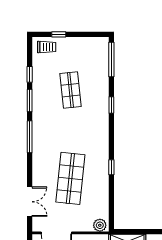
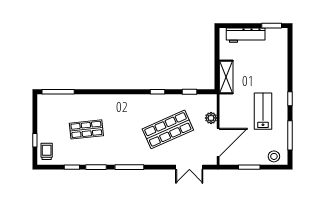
window: (111, 105) -> (189, 92), moved
shop shelf: (70, 178) -> (168, 129), turned -30
double door: (30, 202) -> (189, 167), swing flipped
plant: (100, 225) -> (211, 118), moved

